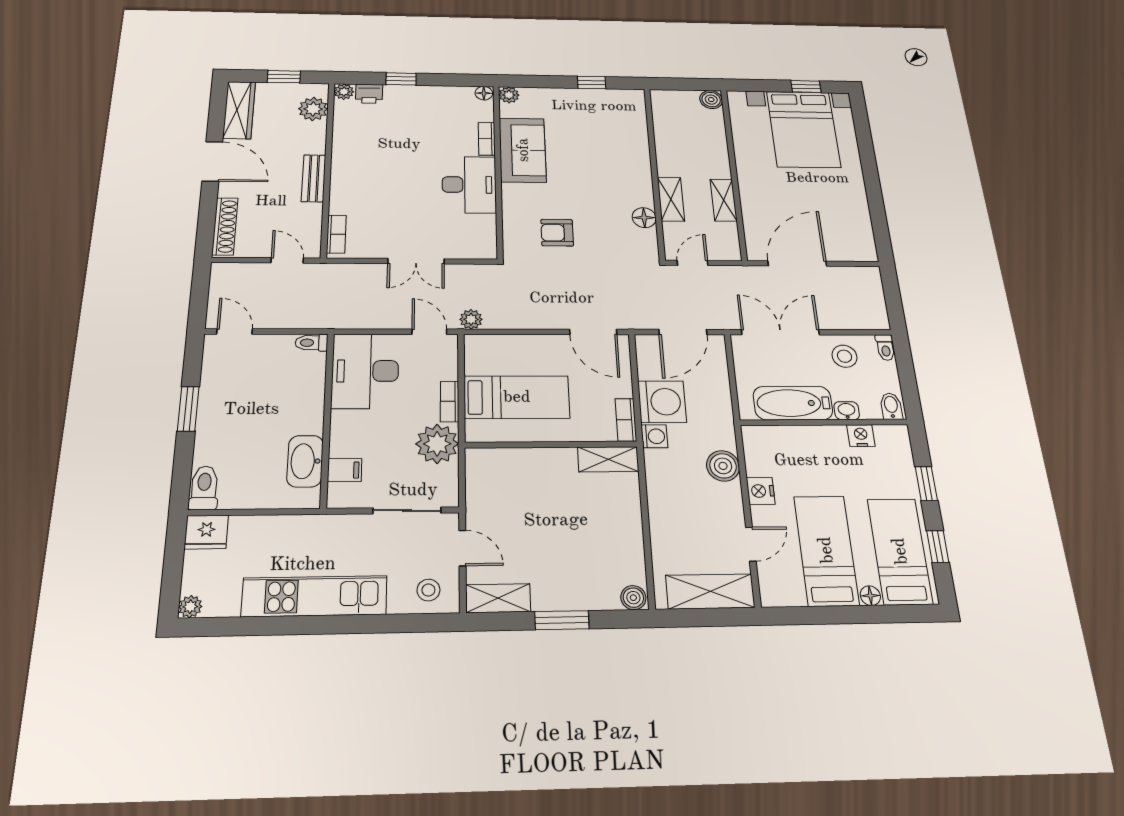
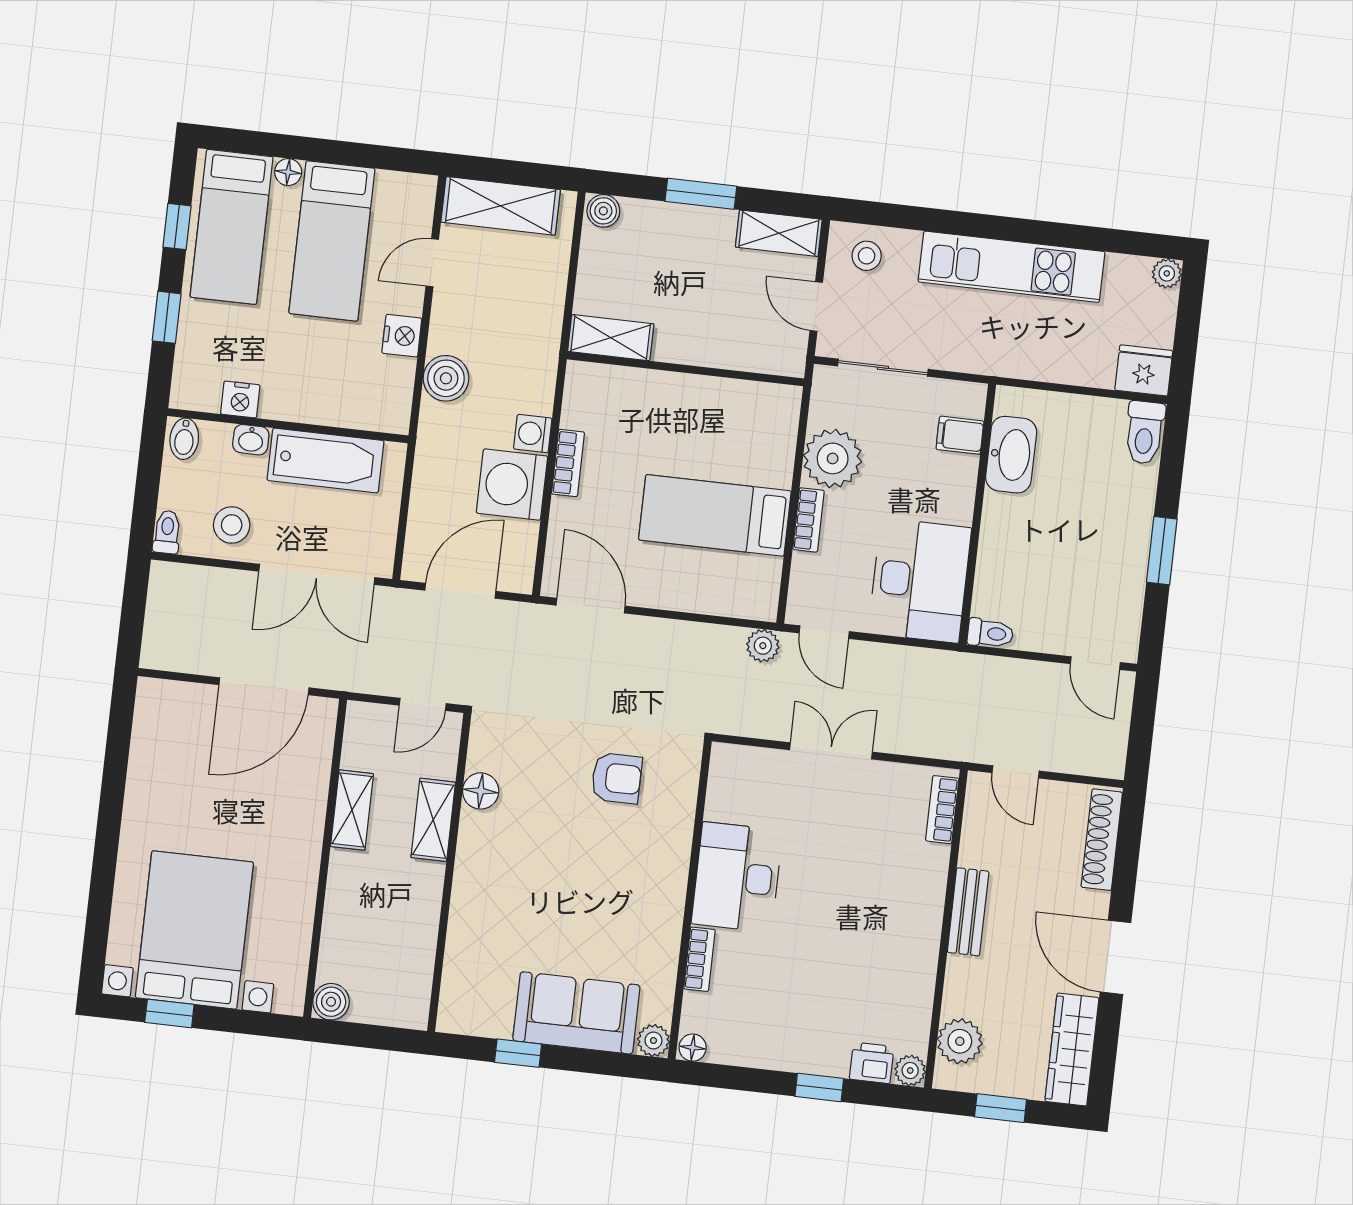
sofa: (523, 150) -> (576, 1013), moved, turned 90
wall: (551, 445) -> (685, 369), moved
shelving: (608, 459) -> (611, 338), moved

